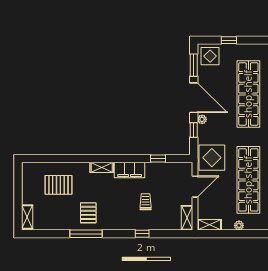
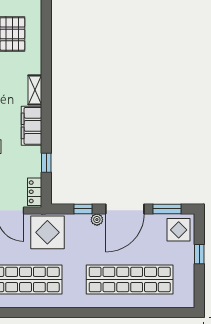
locker: (181, 167) -> (35, 192), added

